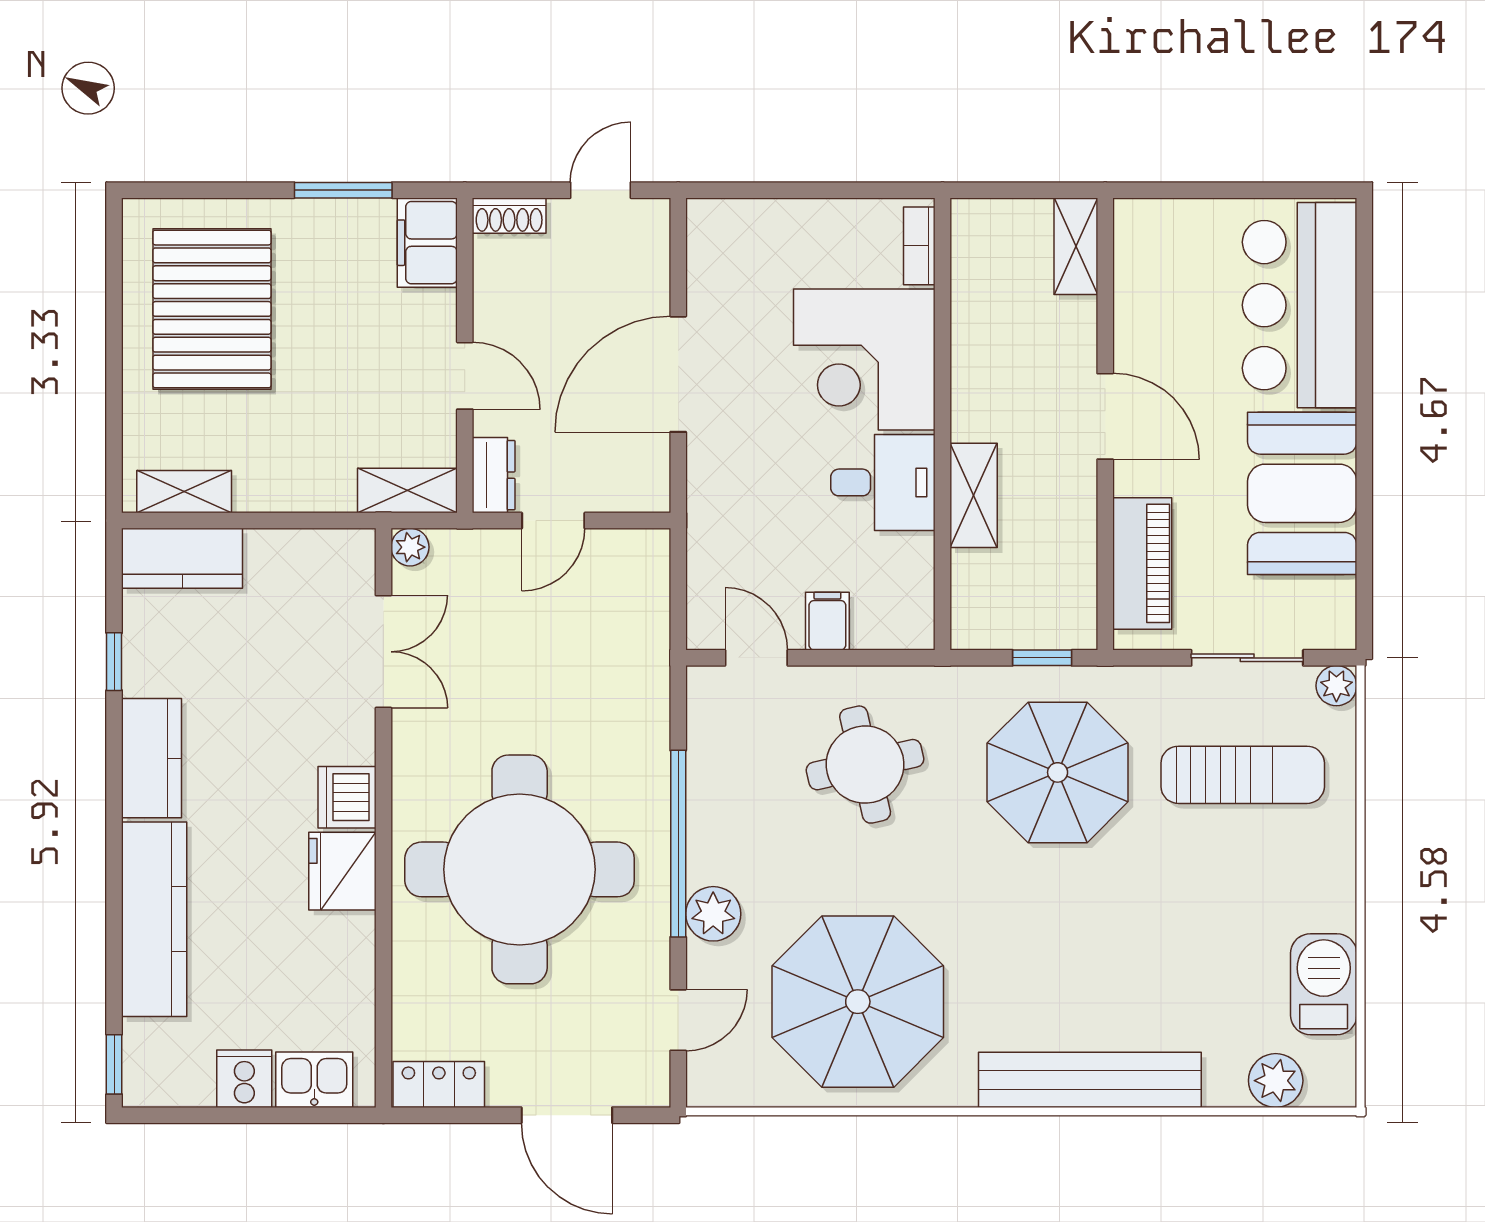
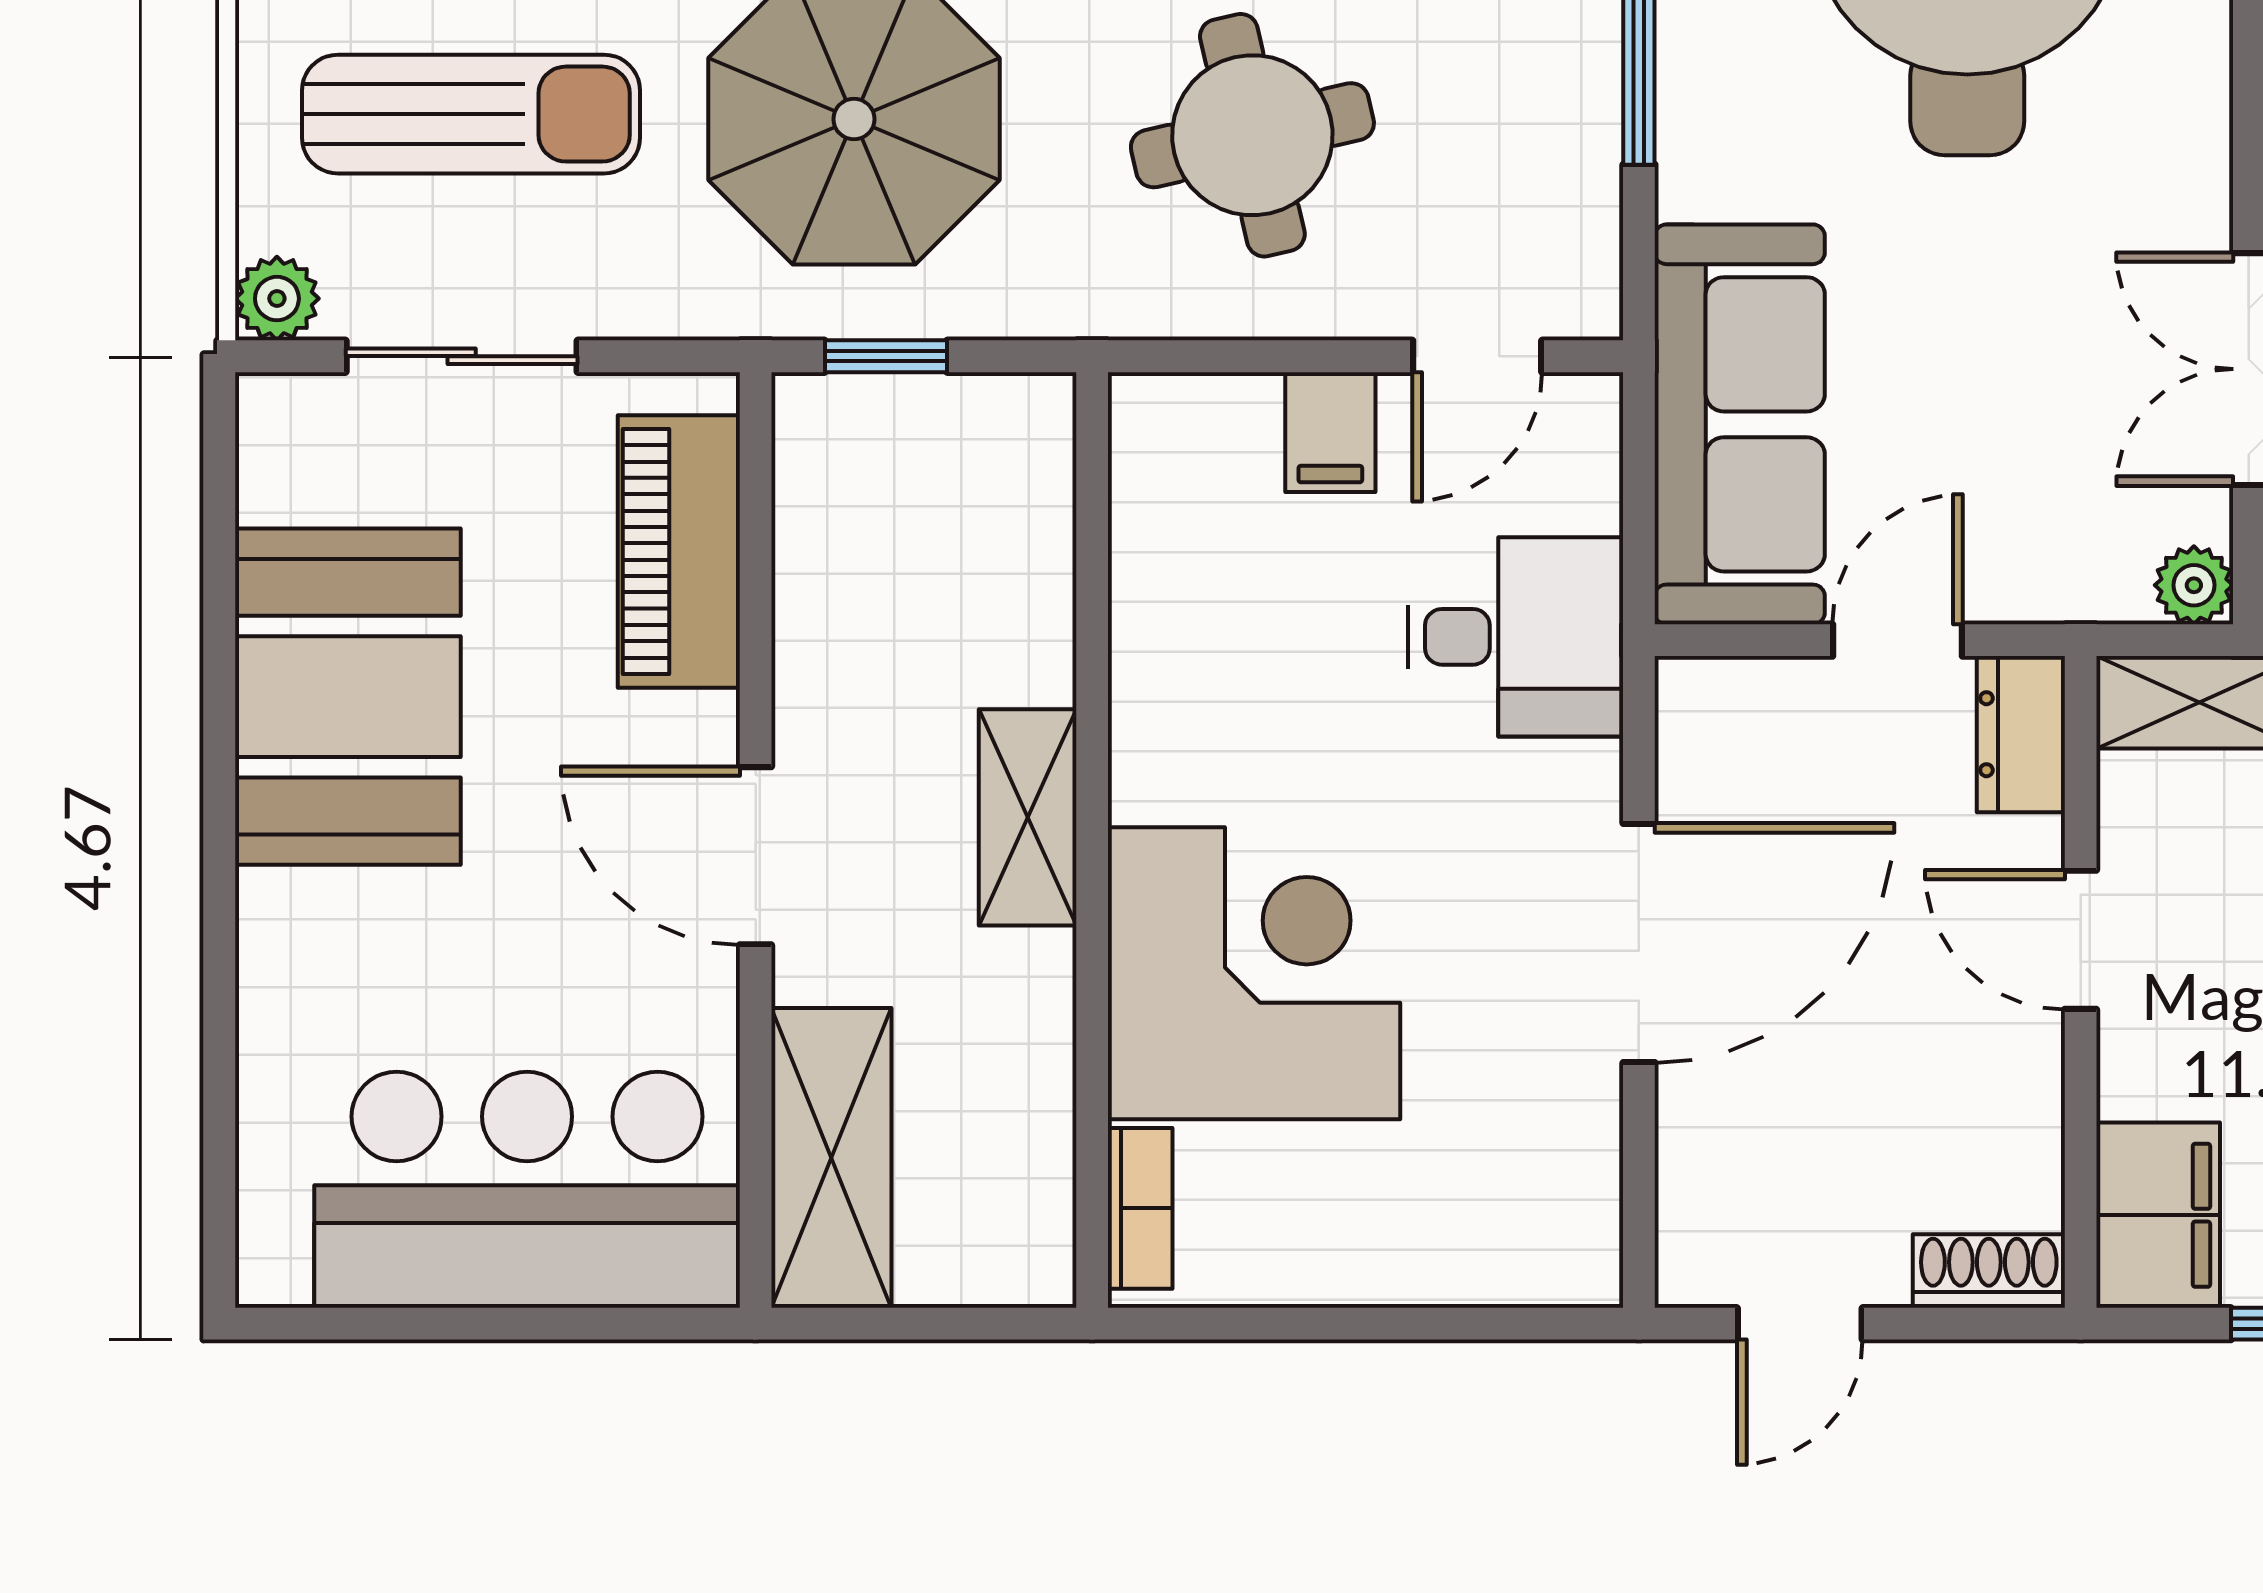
shelving: (1076, 246) -> (831, 1158), width x1.50, depth x1.33
bar counter: (1300, 305) -> (527, 1190), moved, turned -90
desk: (883, 482) -> (1516, 637), moved, turned 180
shelving: (974, 495) -> (1028, 817), moved
sofa: (630, 625) -> (1740, 424), added
door: (756, 658) -> (1477, 356), hinge flipped
sun lounger: (1243, 775) -> (471, 114), turned 180

